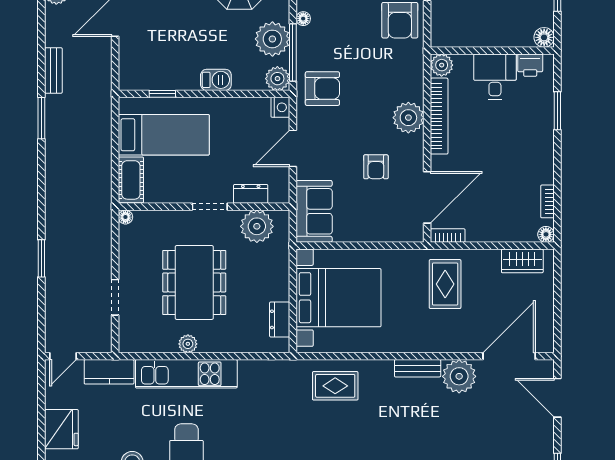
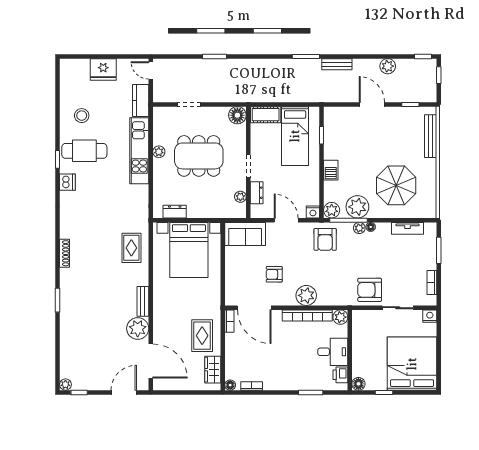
plant: (305, 36) -> (359, 228), added
floor lamp: (125, 217) -> (237, 115), width x1.89, depth x1.89
plant: (257, 226) -> (240, 197), width x0.53, depth x0.53
rug: (445, 284) -> (202, 336), moved, turned 90

